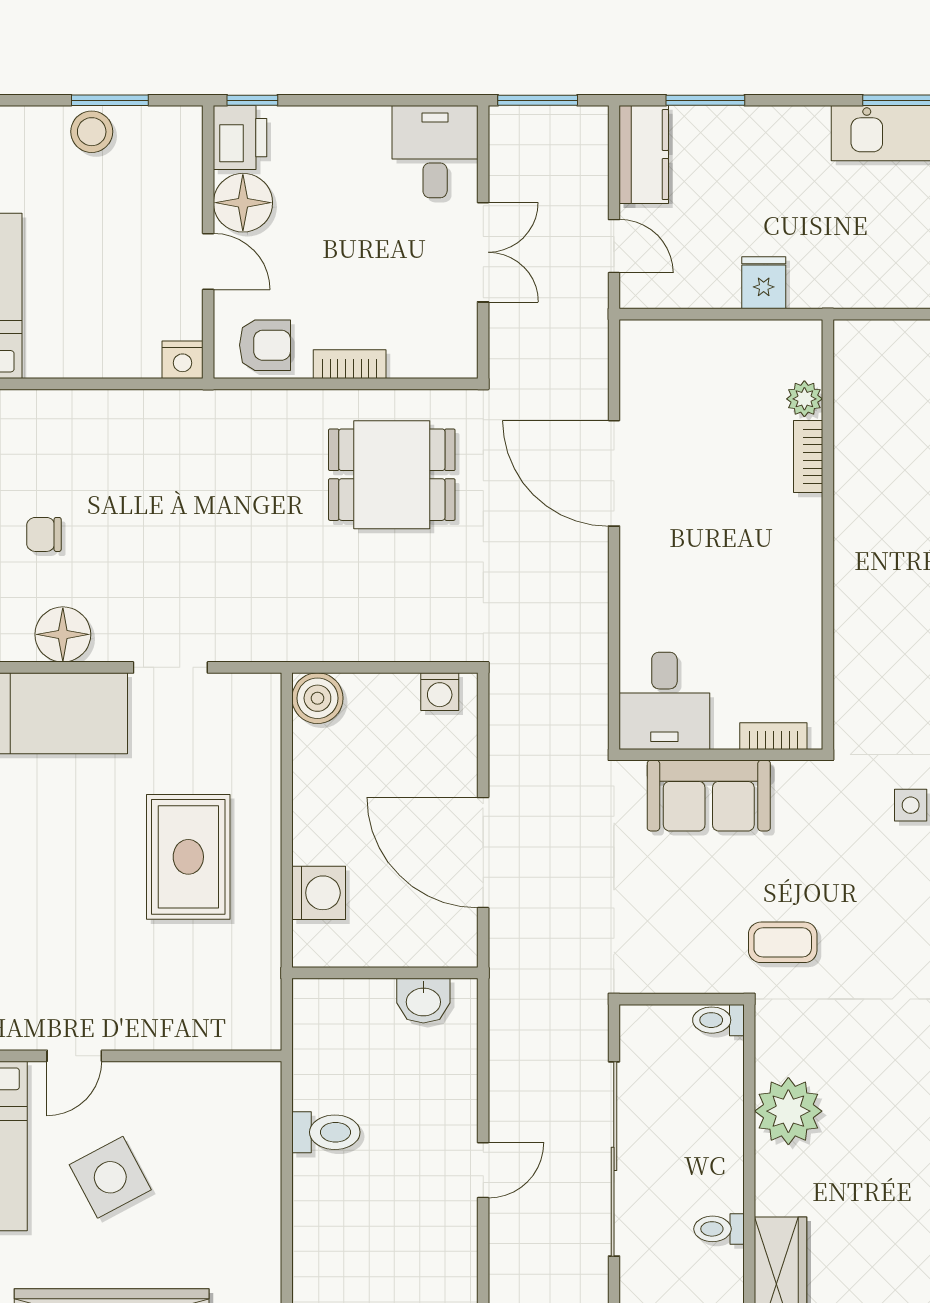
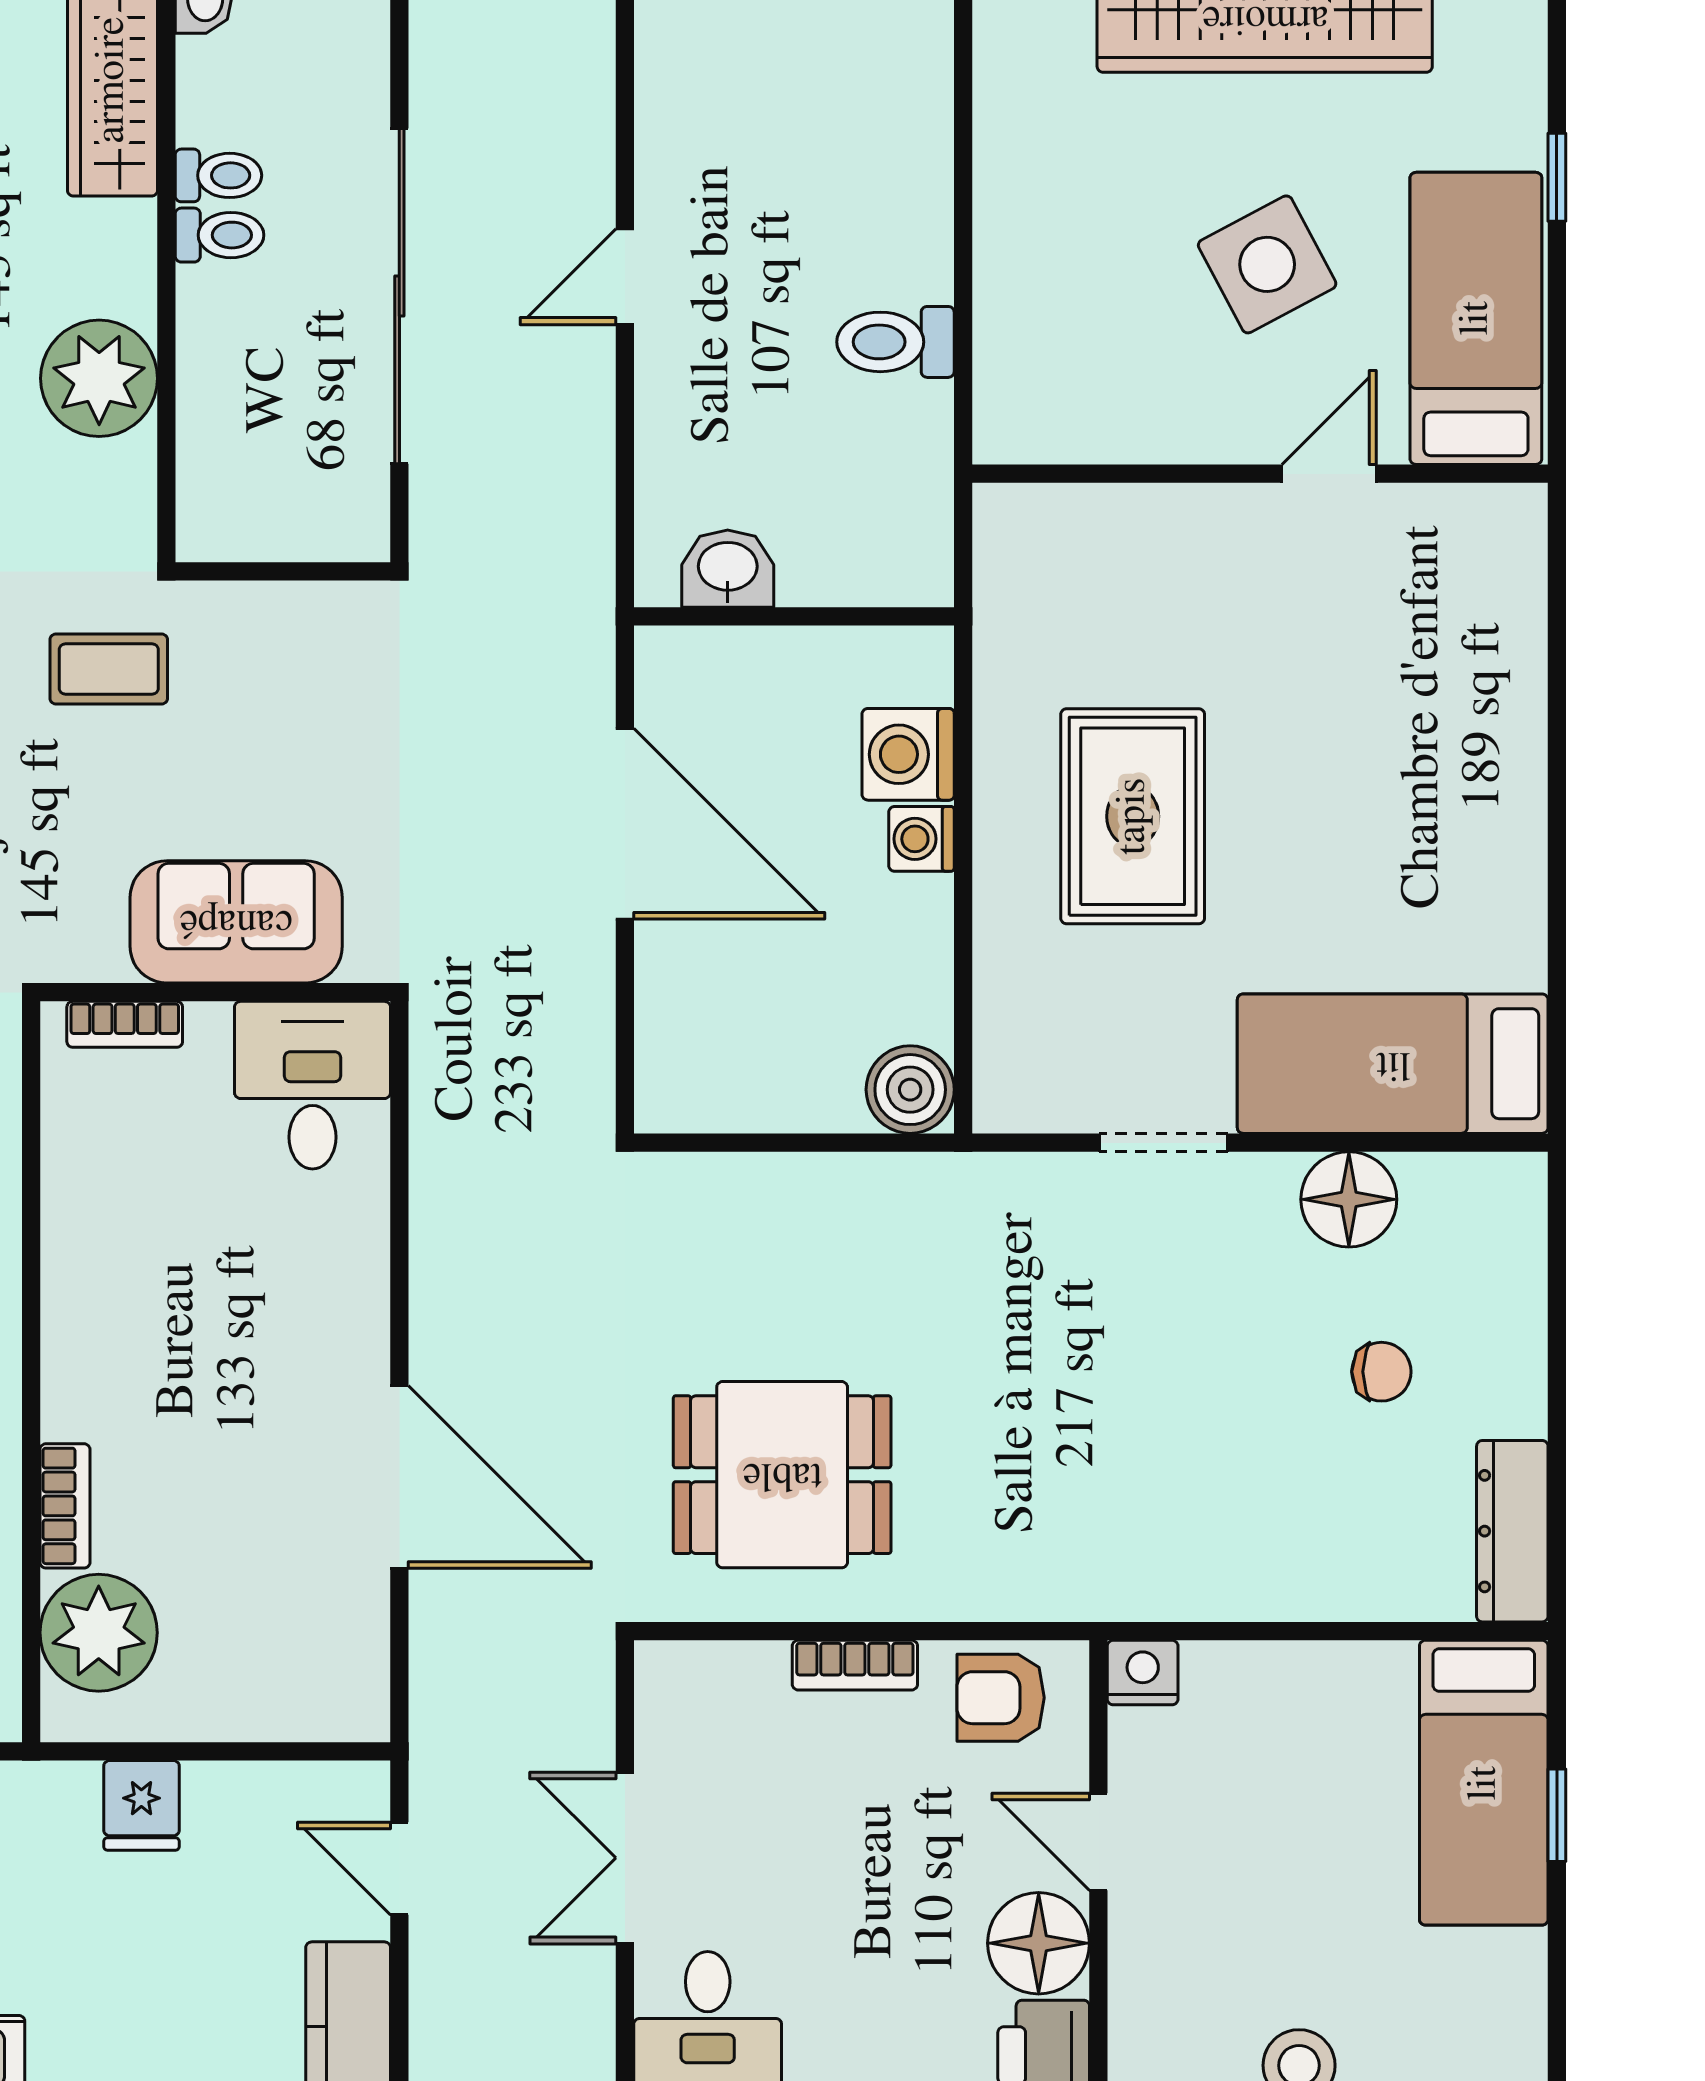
plant: (804, 399) -> (99, 1633), width x1.87, depth x1.87
washing machine: (440, 692) -> (921, 839), moved, turned -90
toilet: (718, 1020) -> (220, 235), moved

